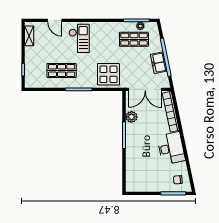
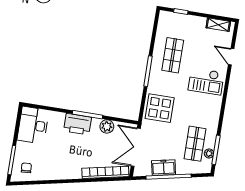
door: (55, 20) -> (231, 57), hinge flipped
printer: (133, 142) -> (78, 124), added
desk: (171, 148) -> (33, 125), moved, turned 102

